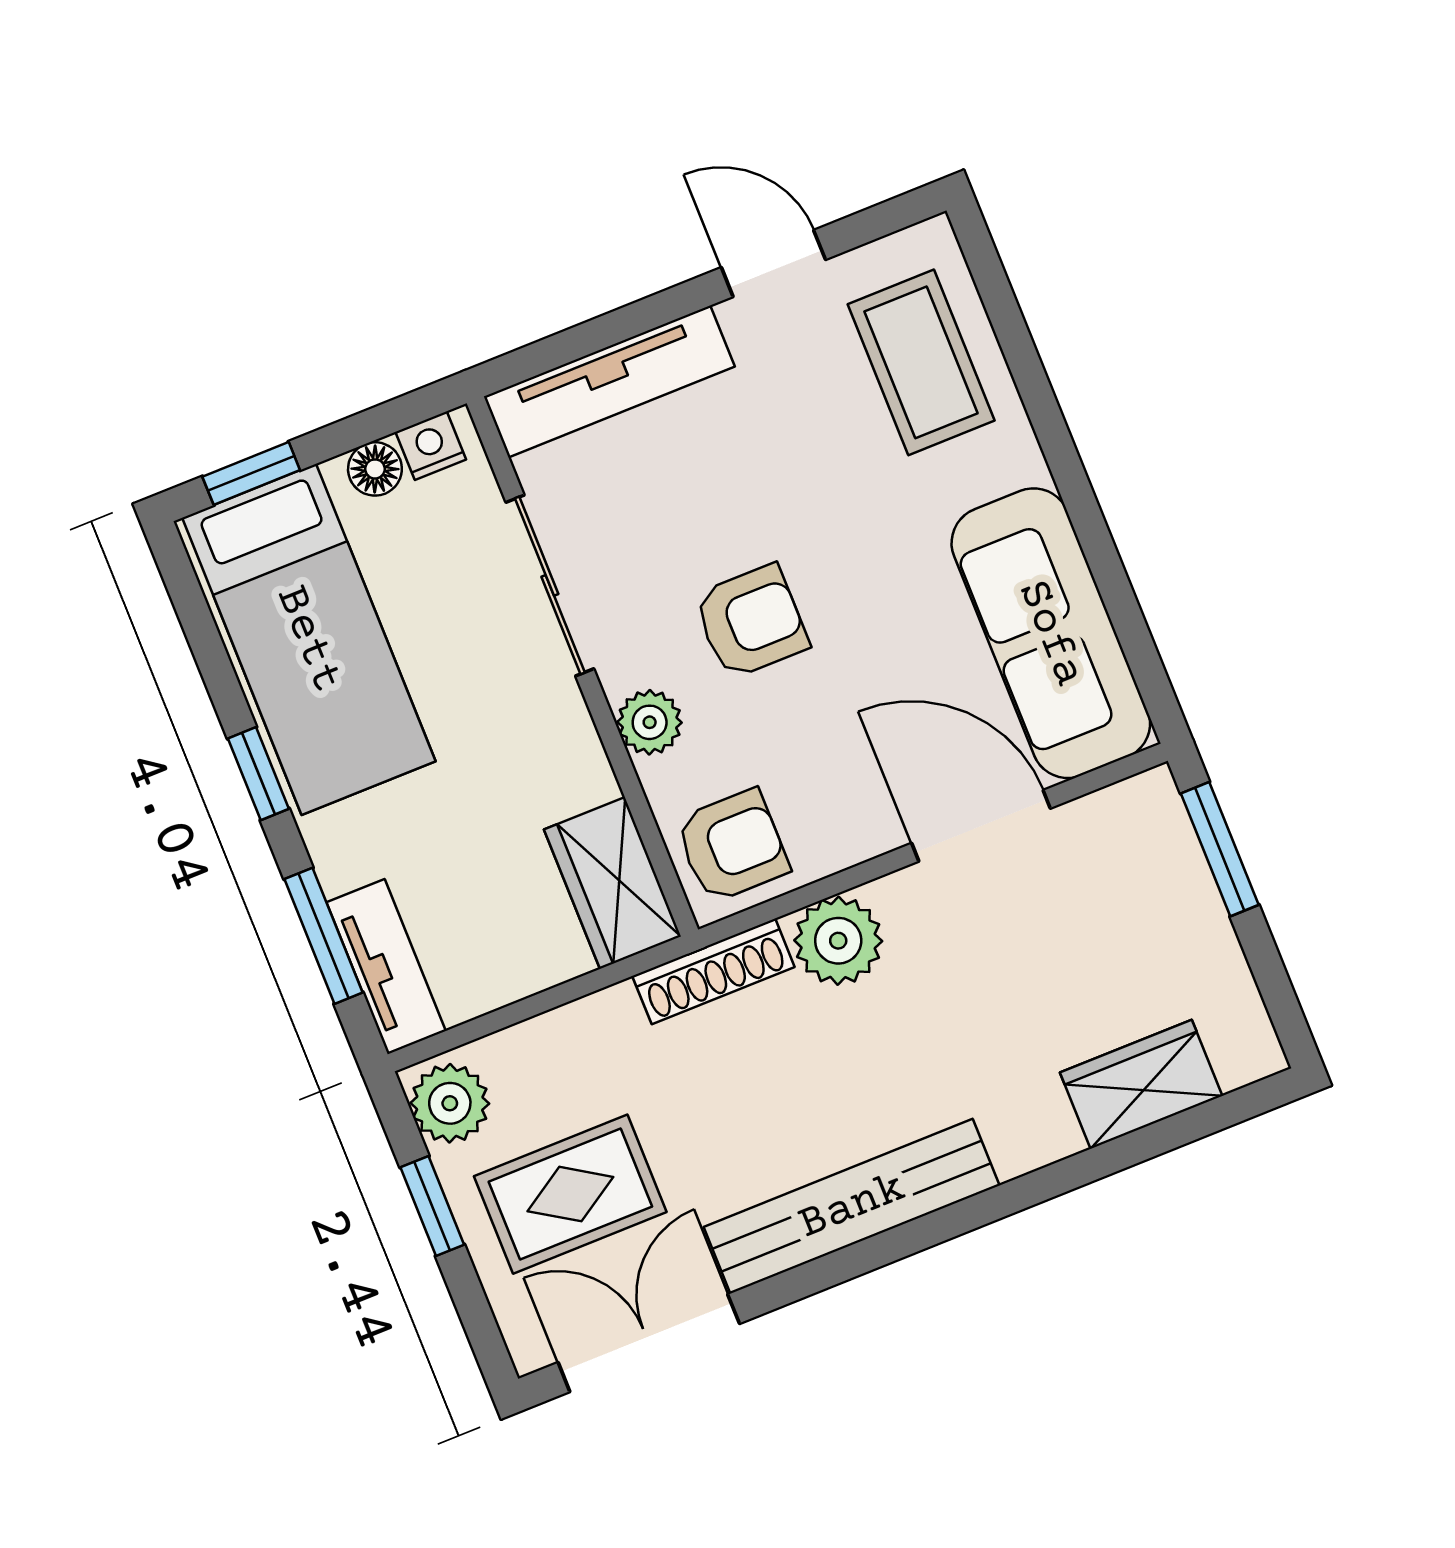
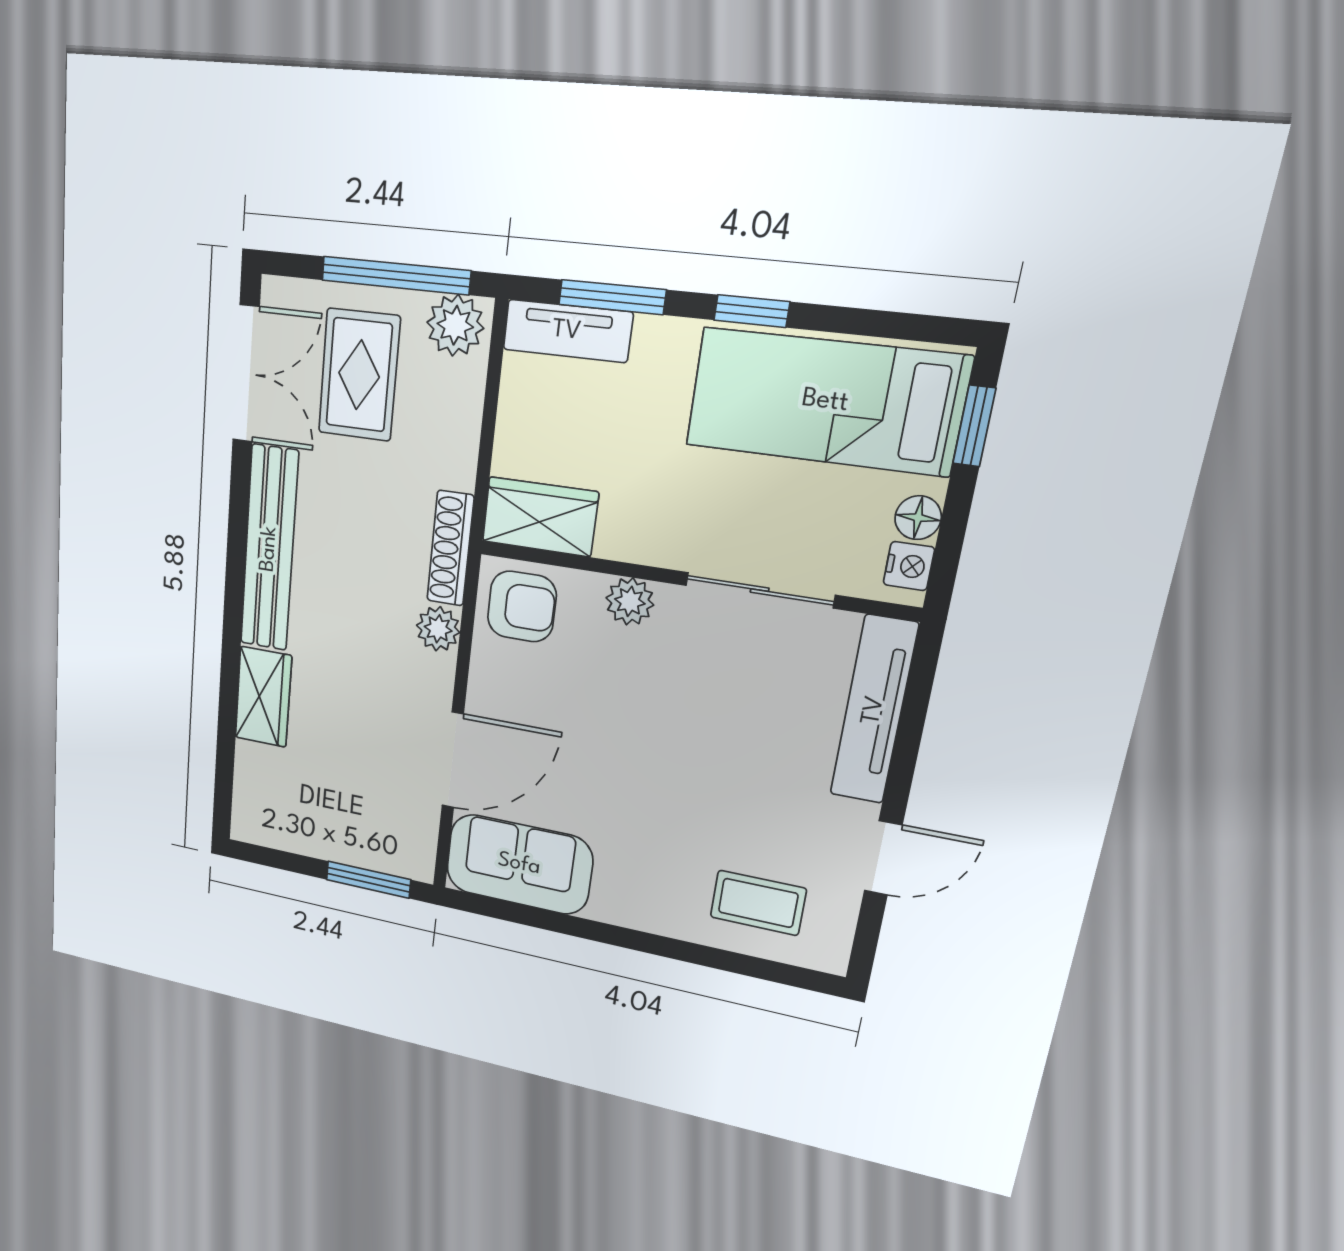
coffee table: (921, 362) -> (758, 903), width x0.73, depth x0.77
armchair: (751, 622) -> (657, 703), removed
sofa: (1051, 633) -> (519, 864), width x0.73
armchair: (732, 846) -> (522, 606), turned -90
plant: (838, 941) -> (438, 629), width x0.73, depth x0.73
wardrobe: (1141, 1084) -> (263, 697), moved
window: (432, 1206) -> (396, 275), width x2.17

